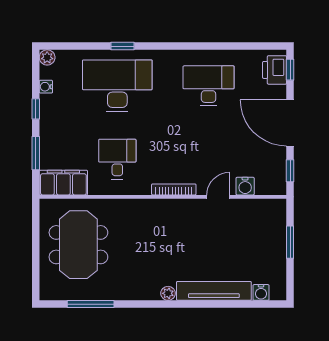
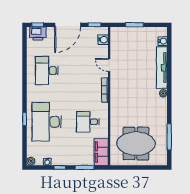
water cooler: (245, 186) -> (103, 40), moved

